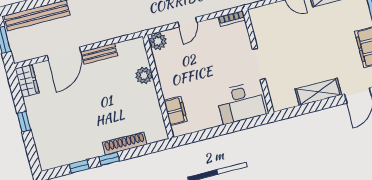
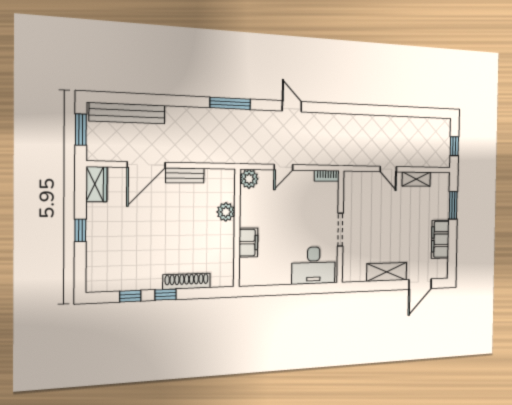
filing cabinet: (176, 111) -> (248, 243), moved

